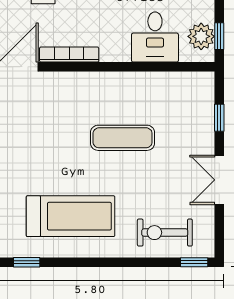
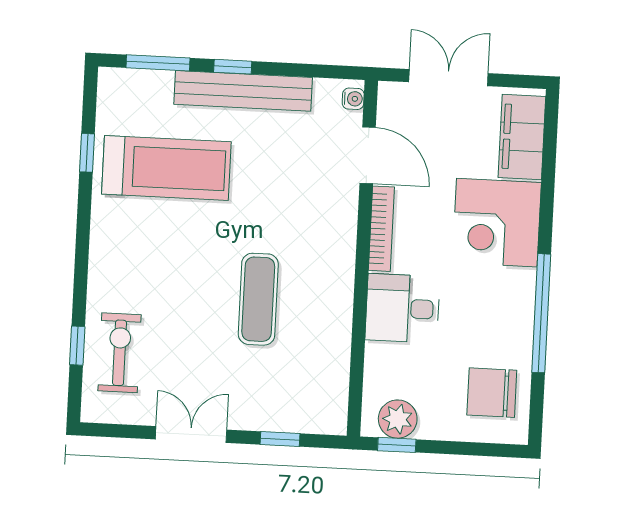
desk: (155, 37) -> (403, 308), moved
treadmill: (71, 216) -> (166, 168), moved, turned -90
window: (194, 262) -> (77, 346), moved

